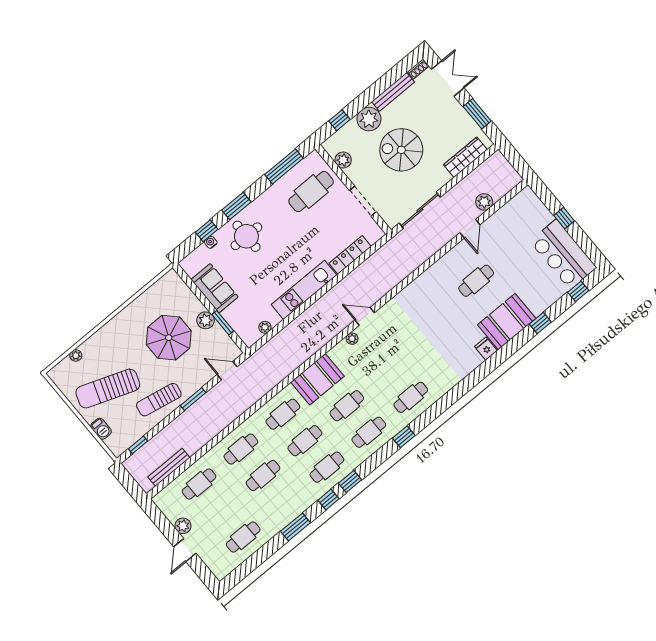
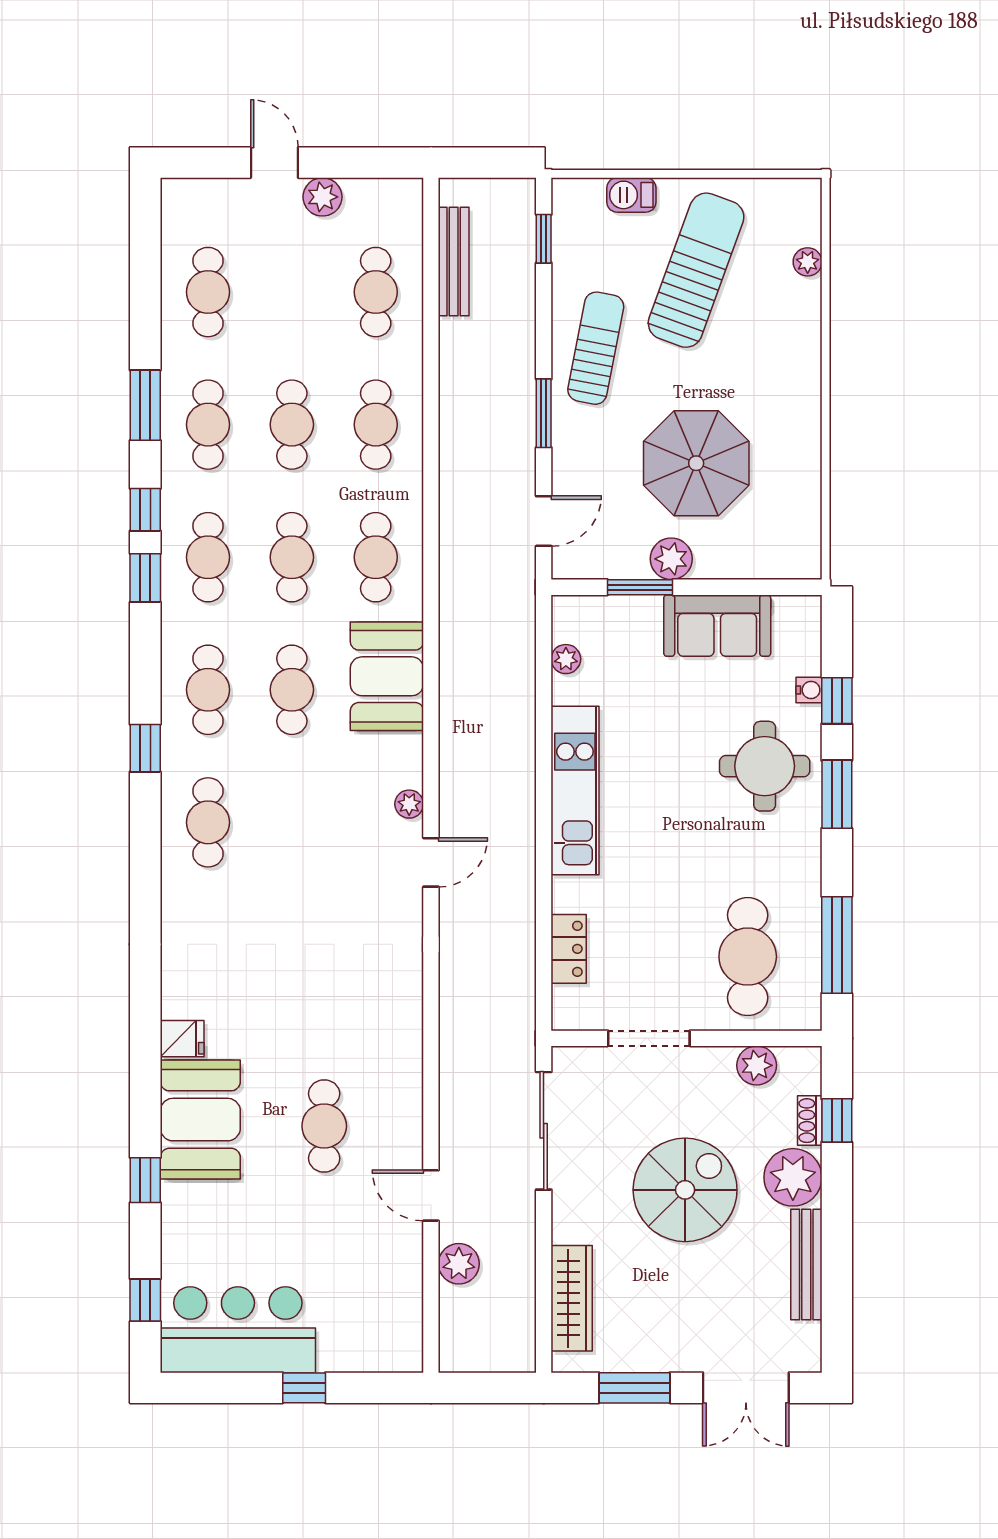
shoe rack: (418, 69) -> (810, 1121), moved
locker: (350, 255) -> (569, 949), width x0.66
cafe table: (285, 502) -> (208, 425), added

